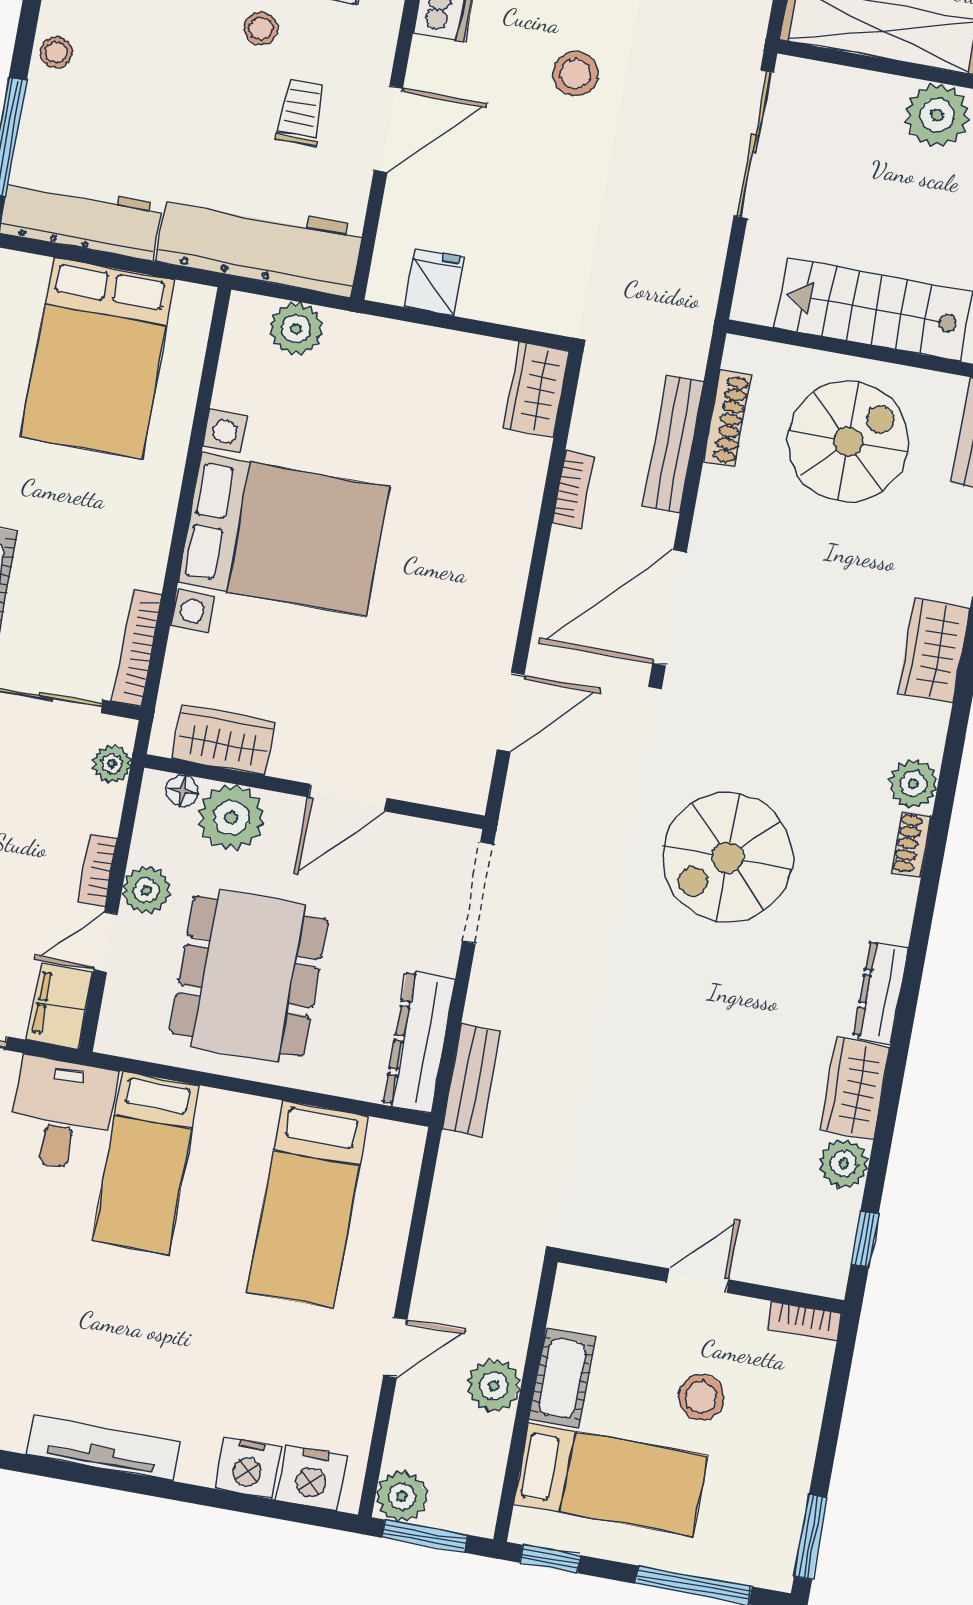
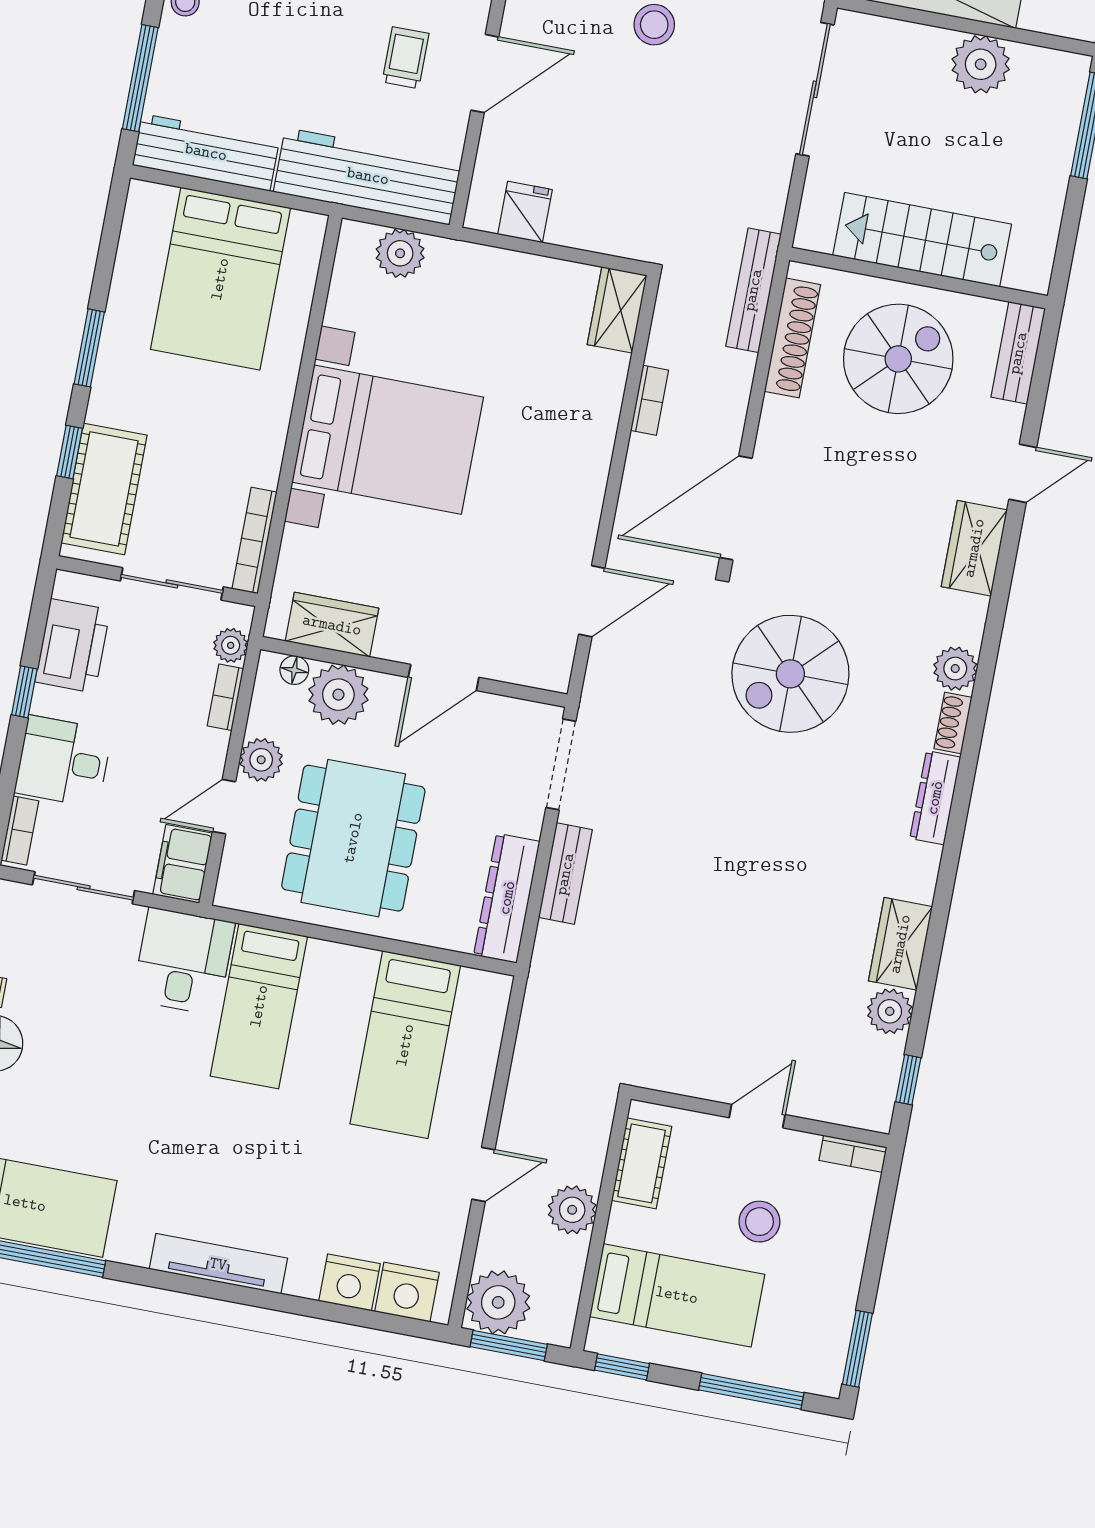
shoe rack: (727, 419) -> (792, 338), width x1.36, depth x1.24
bench: (673, 444) -> (753, 290), moved
spiral stairs: (728, 857) -> (790, 674), moved
bookcase: (97, 870) -> (225, 697), moved
dresser: (881, 992) -> (935, 798), moved
bench: (472, 1080) -> (565, 874), moved
cot: (562, 1378) -> (642, 1163), moved
plant: (402, 1496) -> (498, 1302), width x1.36, depth x1.36

